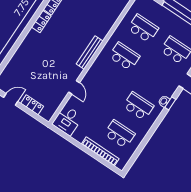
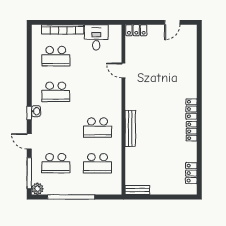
bench: (90, 53) -> (130, 128), moved
locker: (32, 105) -> (136, 30), moved
desk: (67, 120) -> (96, 37), moved

